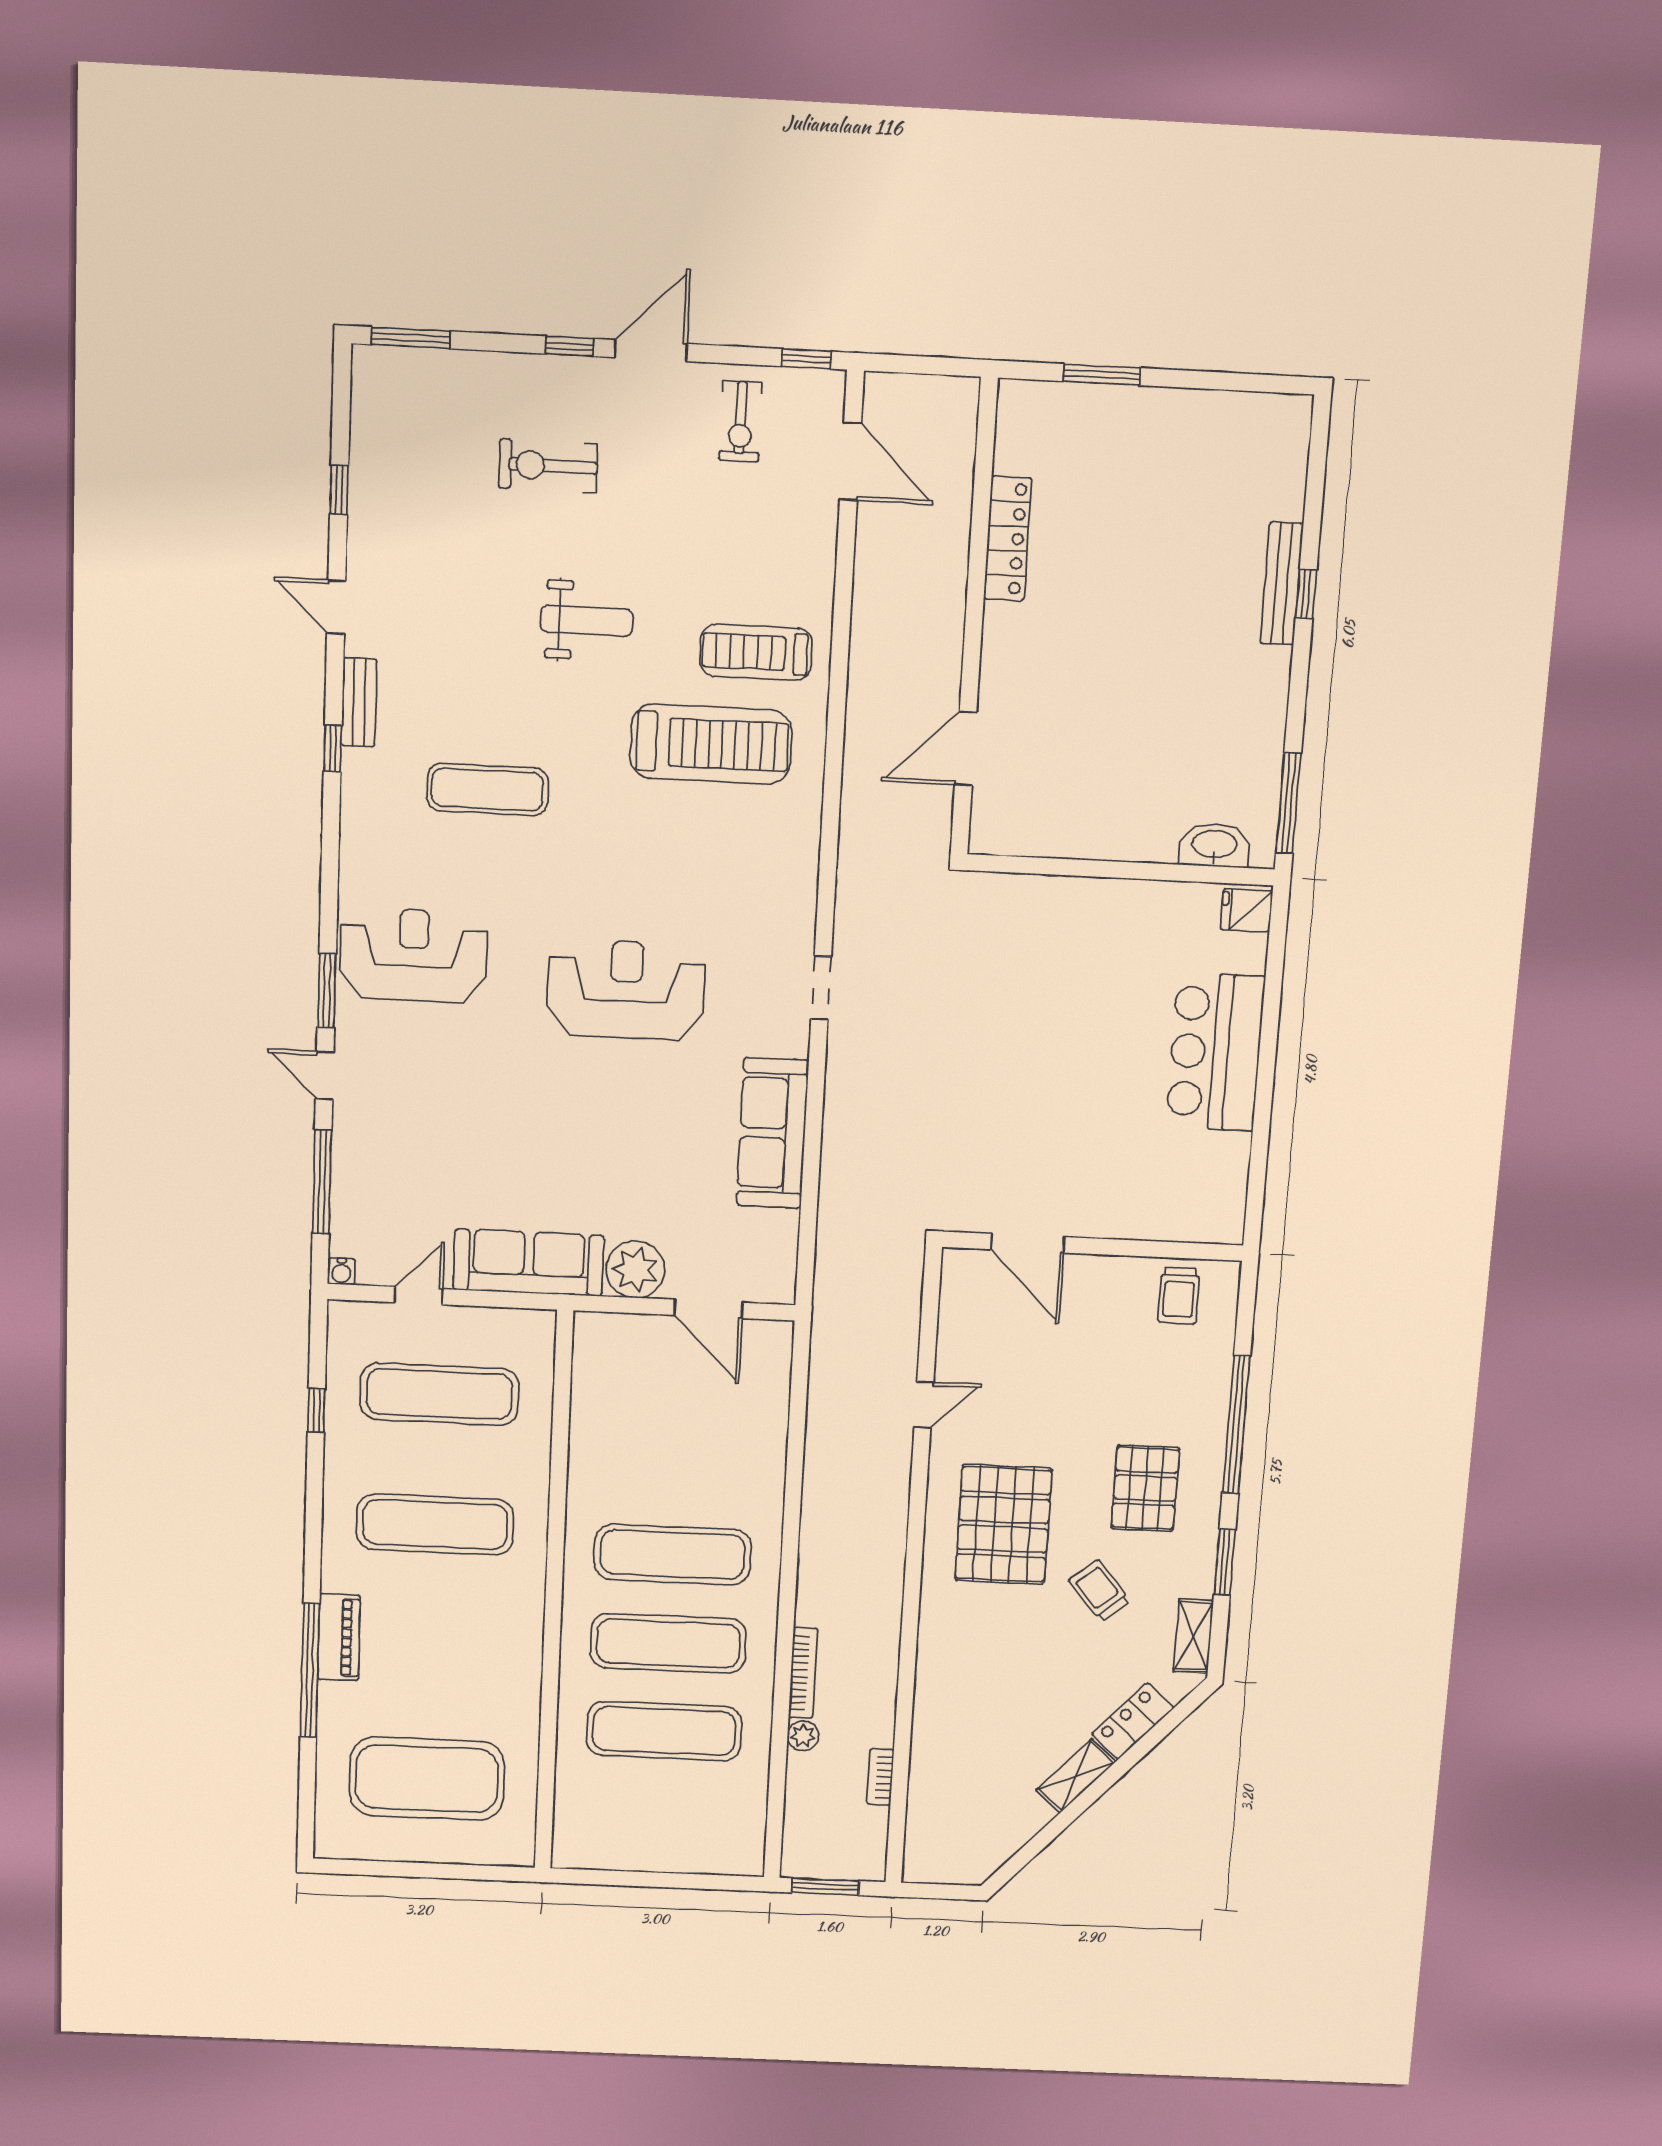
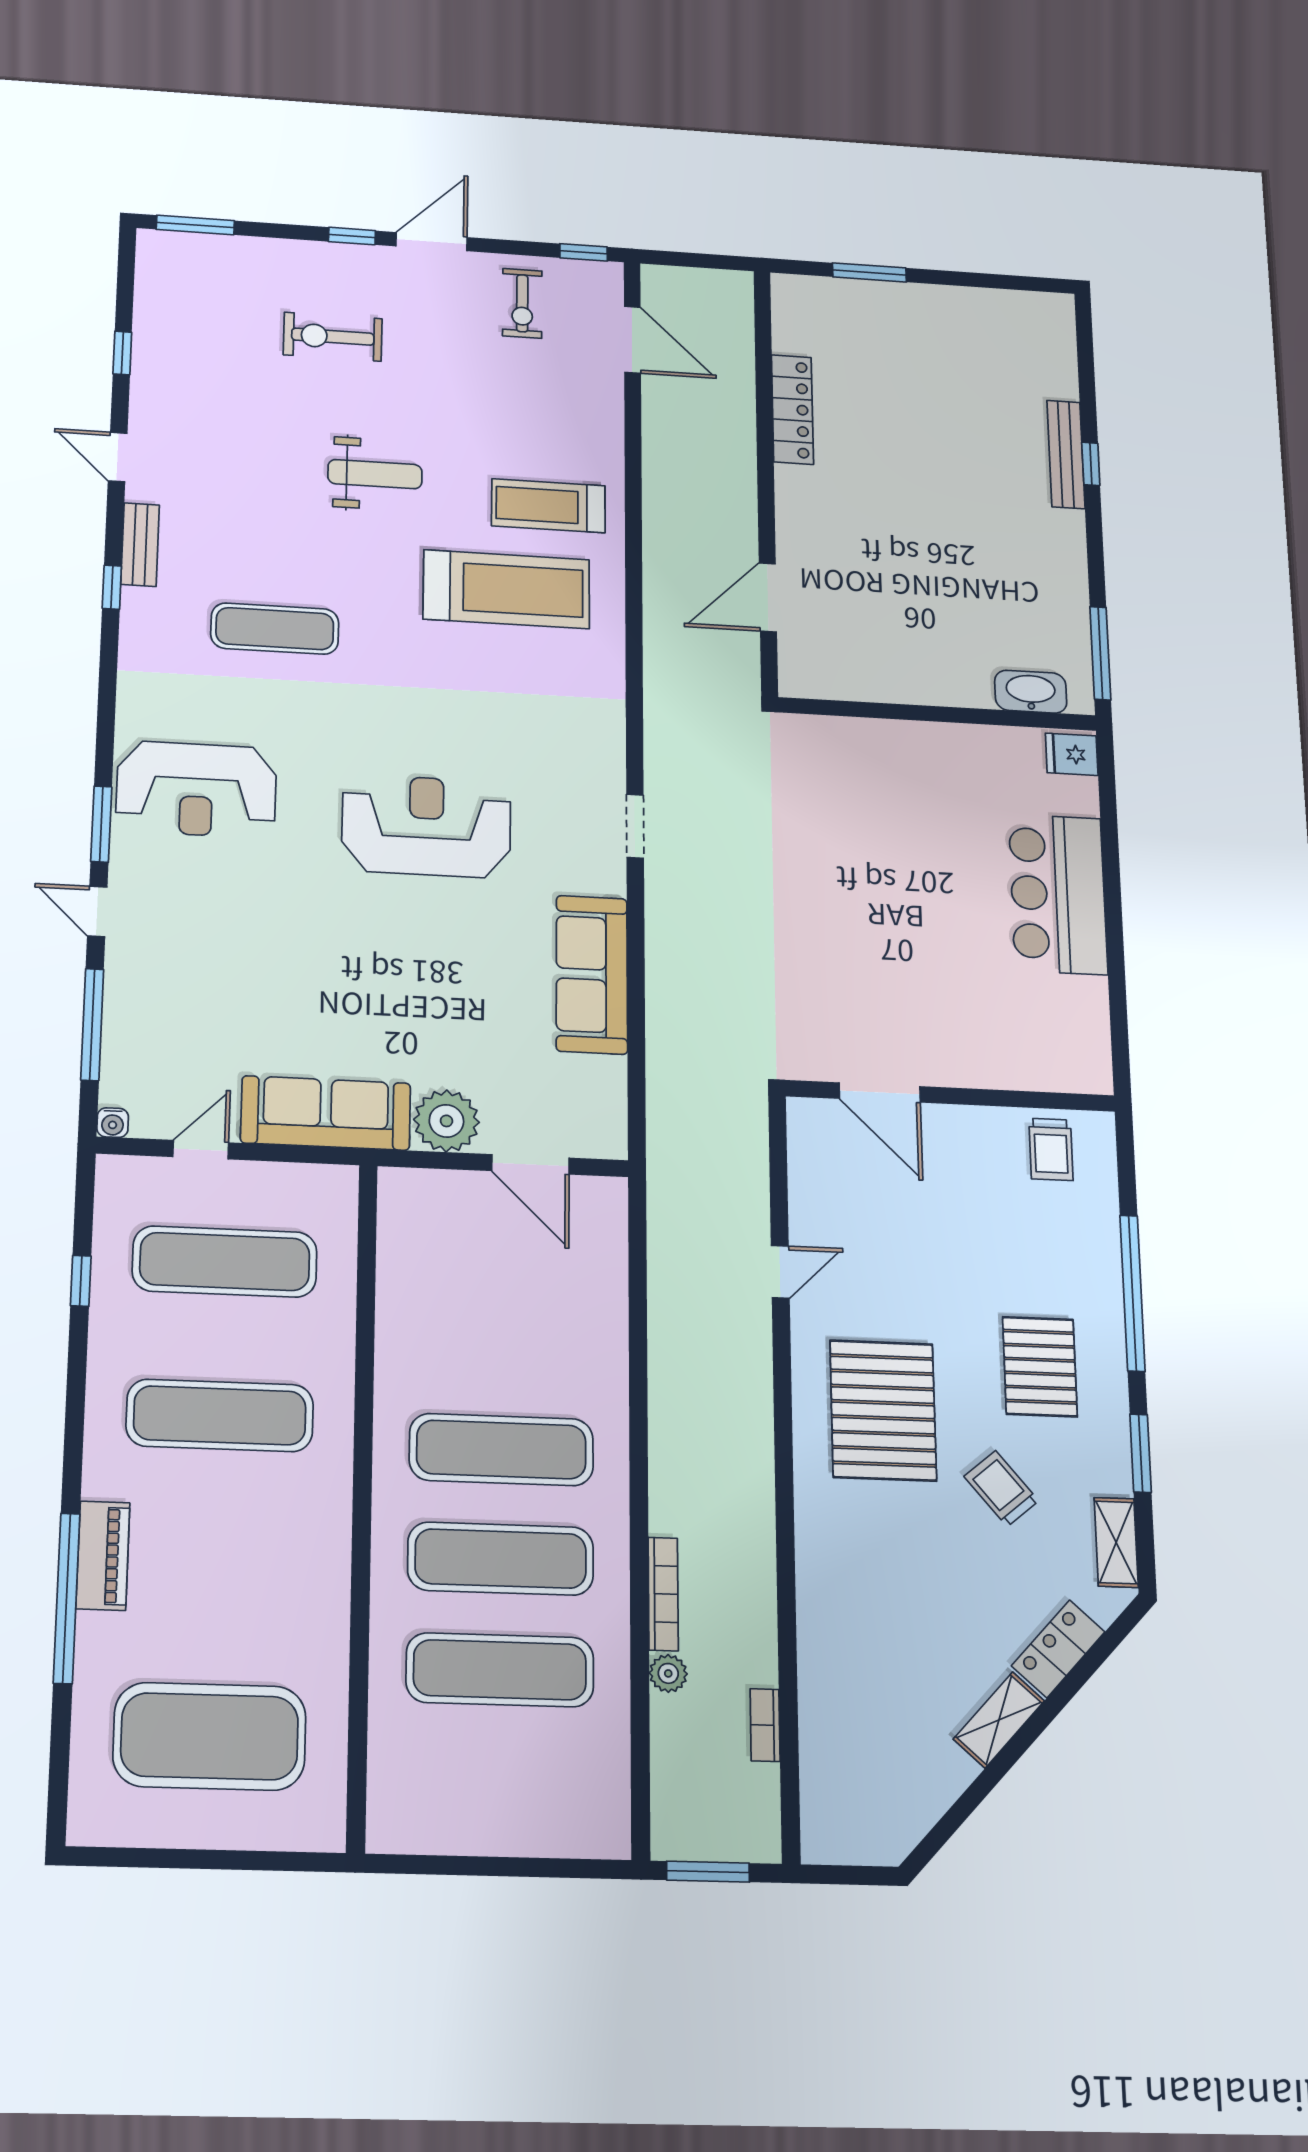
reception desk: (414, 955) -> (196, 789), turned 180

